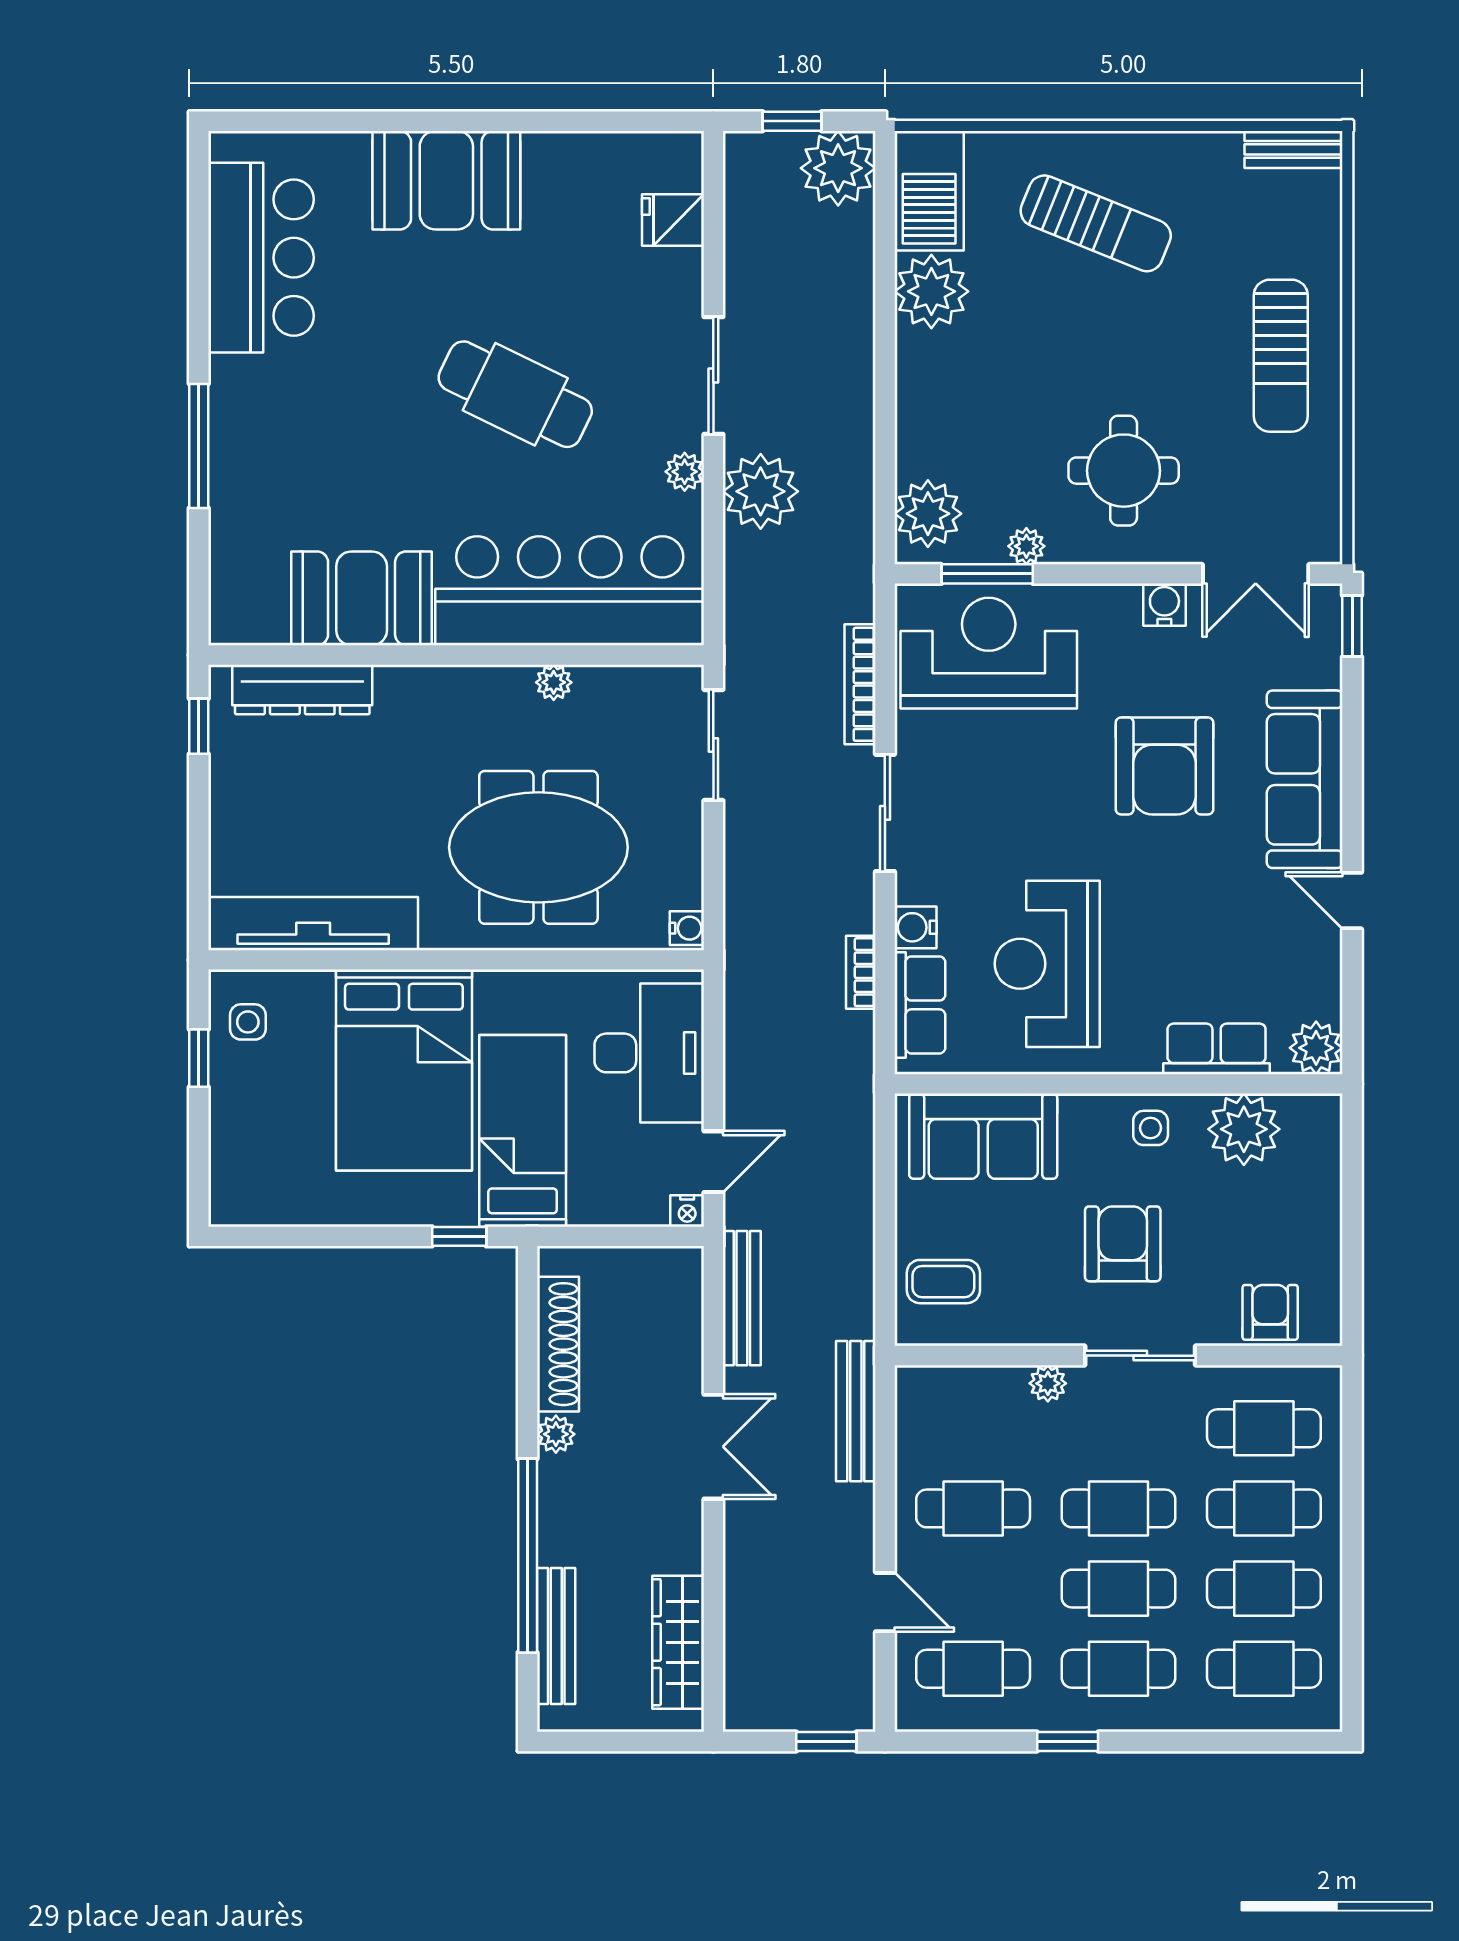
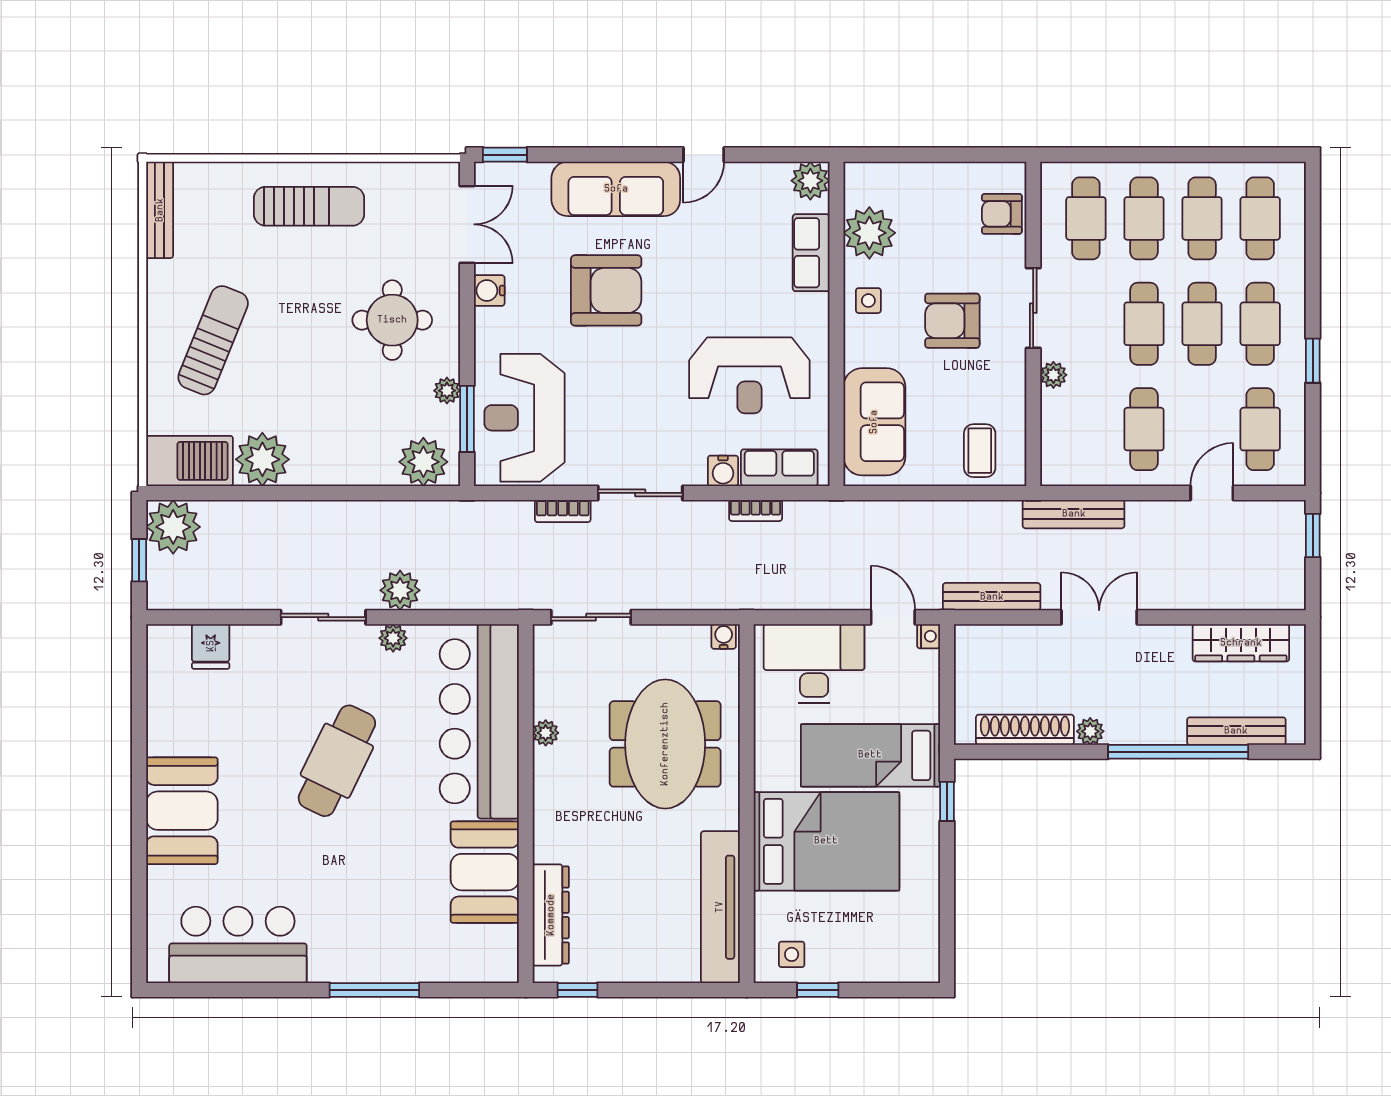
bench: (1294, 149) -> (160, 210), width x1.36
plant: (761, 491) -> (400, 590), width x0.73, depth x0.73
bookcase: (860, 684) -> (563, 511), width x0.64

